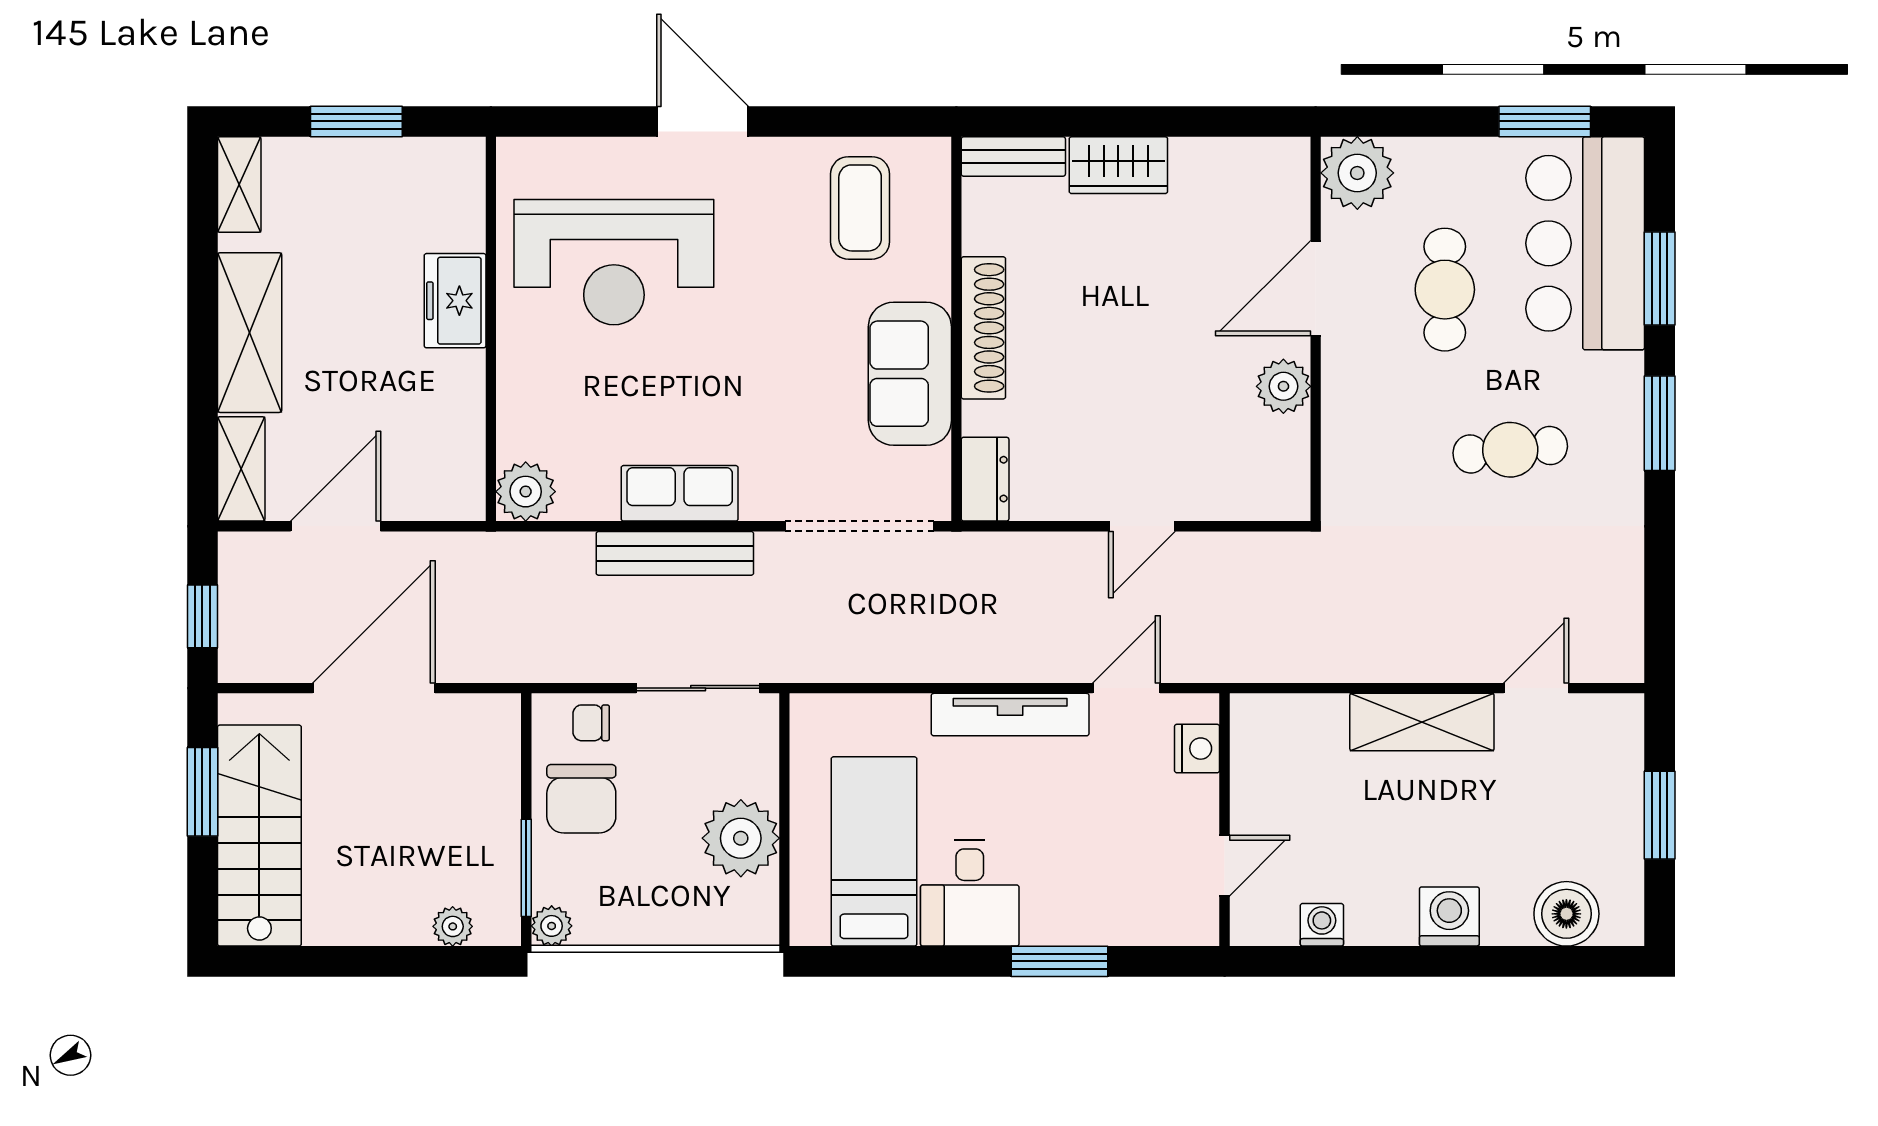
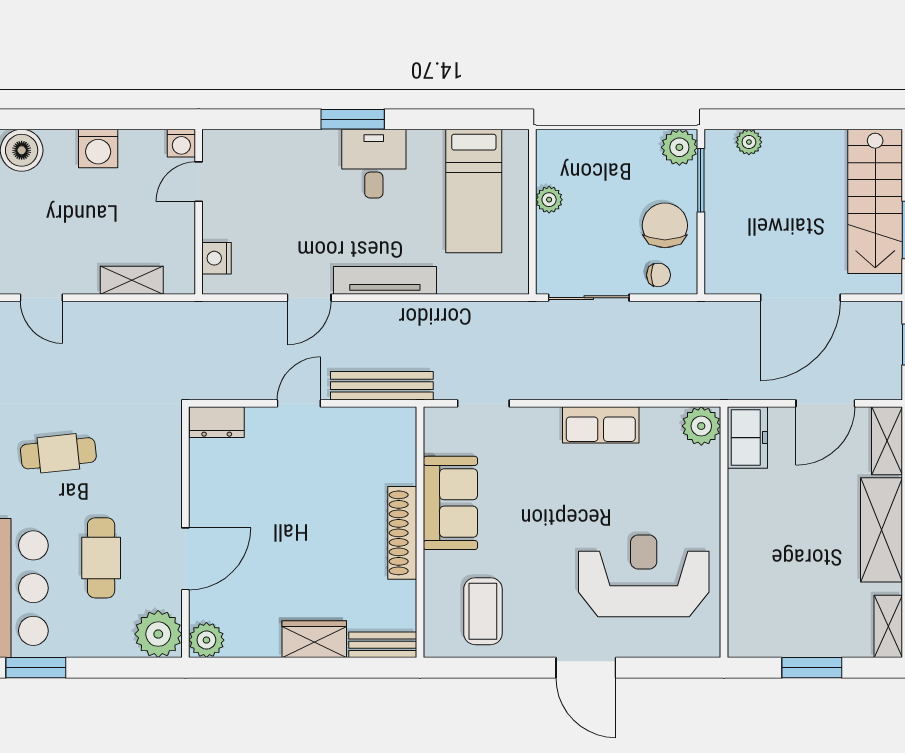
freezer: (455, 301) -> (747, 438), moved
plant: (1283, 386) -> (206, 640), moved
dresser: (985, 479) -> (217, 422), moved, turned -90
doorway: (859, 526) -> (483, 403), width x0.53
bench: (675, 553) -> (382, 386), moved
door: (1536, 688) -> (41, 298), hinge flipped
shelving: (1422, 722) -> (132, 280), width x0.67, depth x0.75
nightstand: (1197, 749) -> (217, 258), moved
wall: (1225, 820) -> (199, 212), moved
plant: (741, 838) -> (549, 200), width x0.53, depth x0.53
door: (1225, 866) -> (199, 182), moved
desk: (970, 893) -> (374, 164), moved
plant: (552, 926) -> (679, 147), width x1.38, depth x1.38

